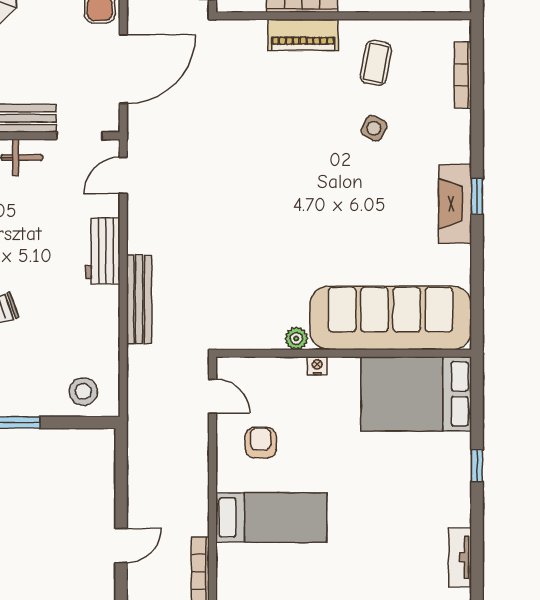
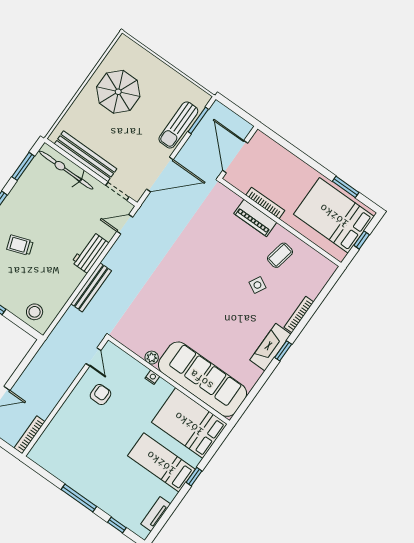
bookcase: (463, 75) -> (299, 315), moved
bed: (271, 517) -> (161, 462), moved, turned 180

